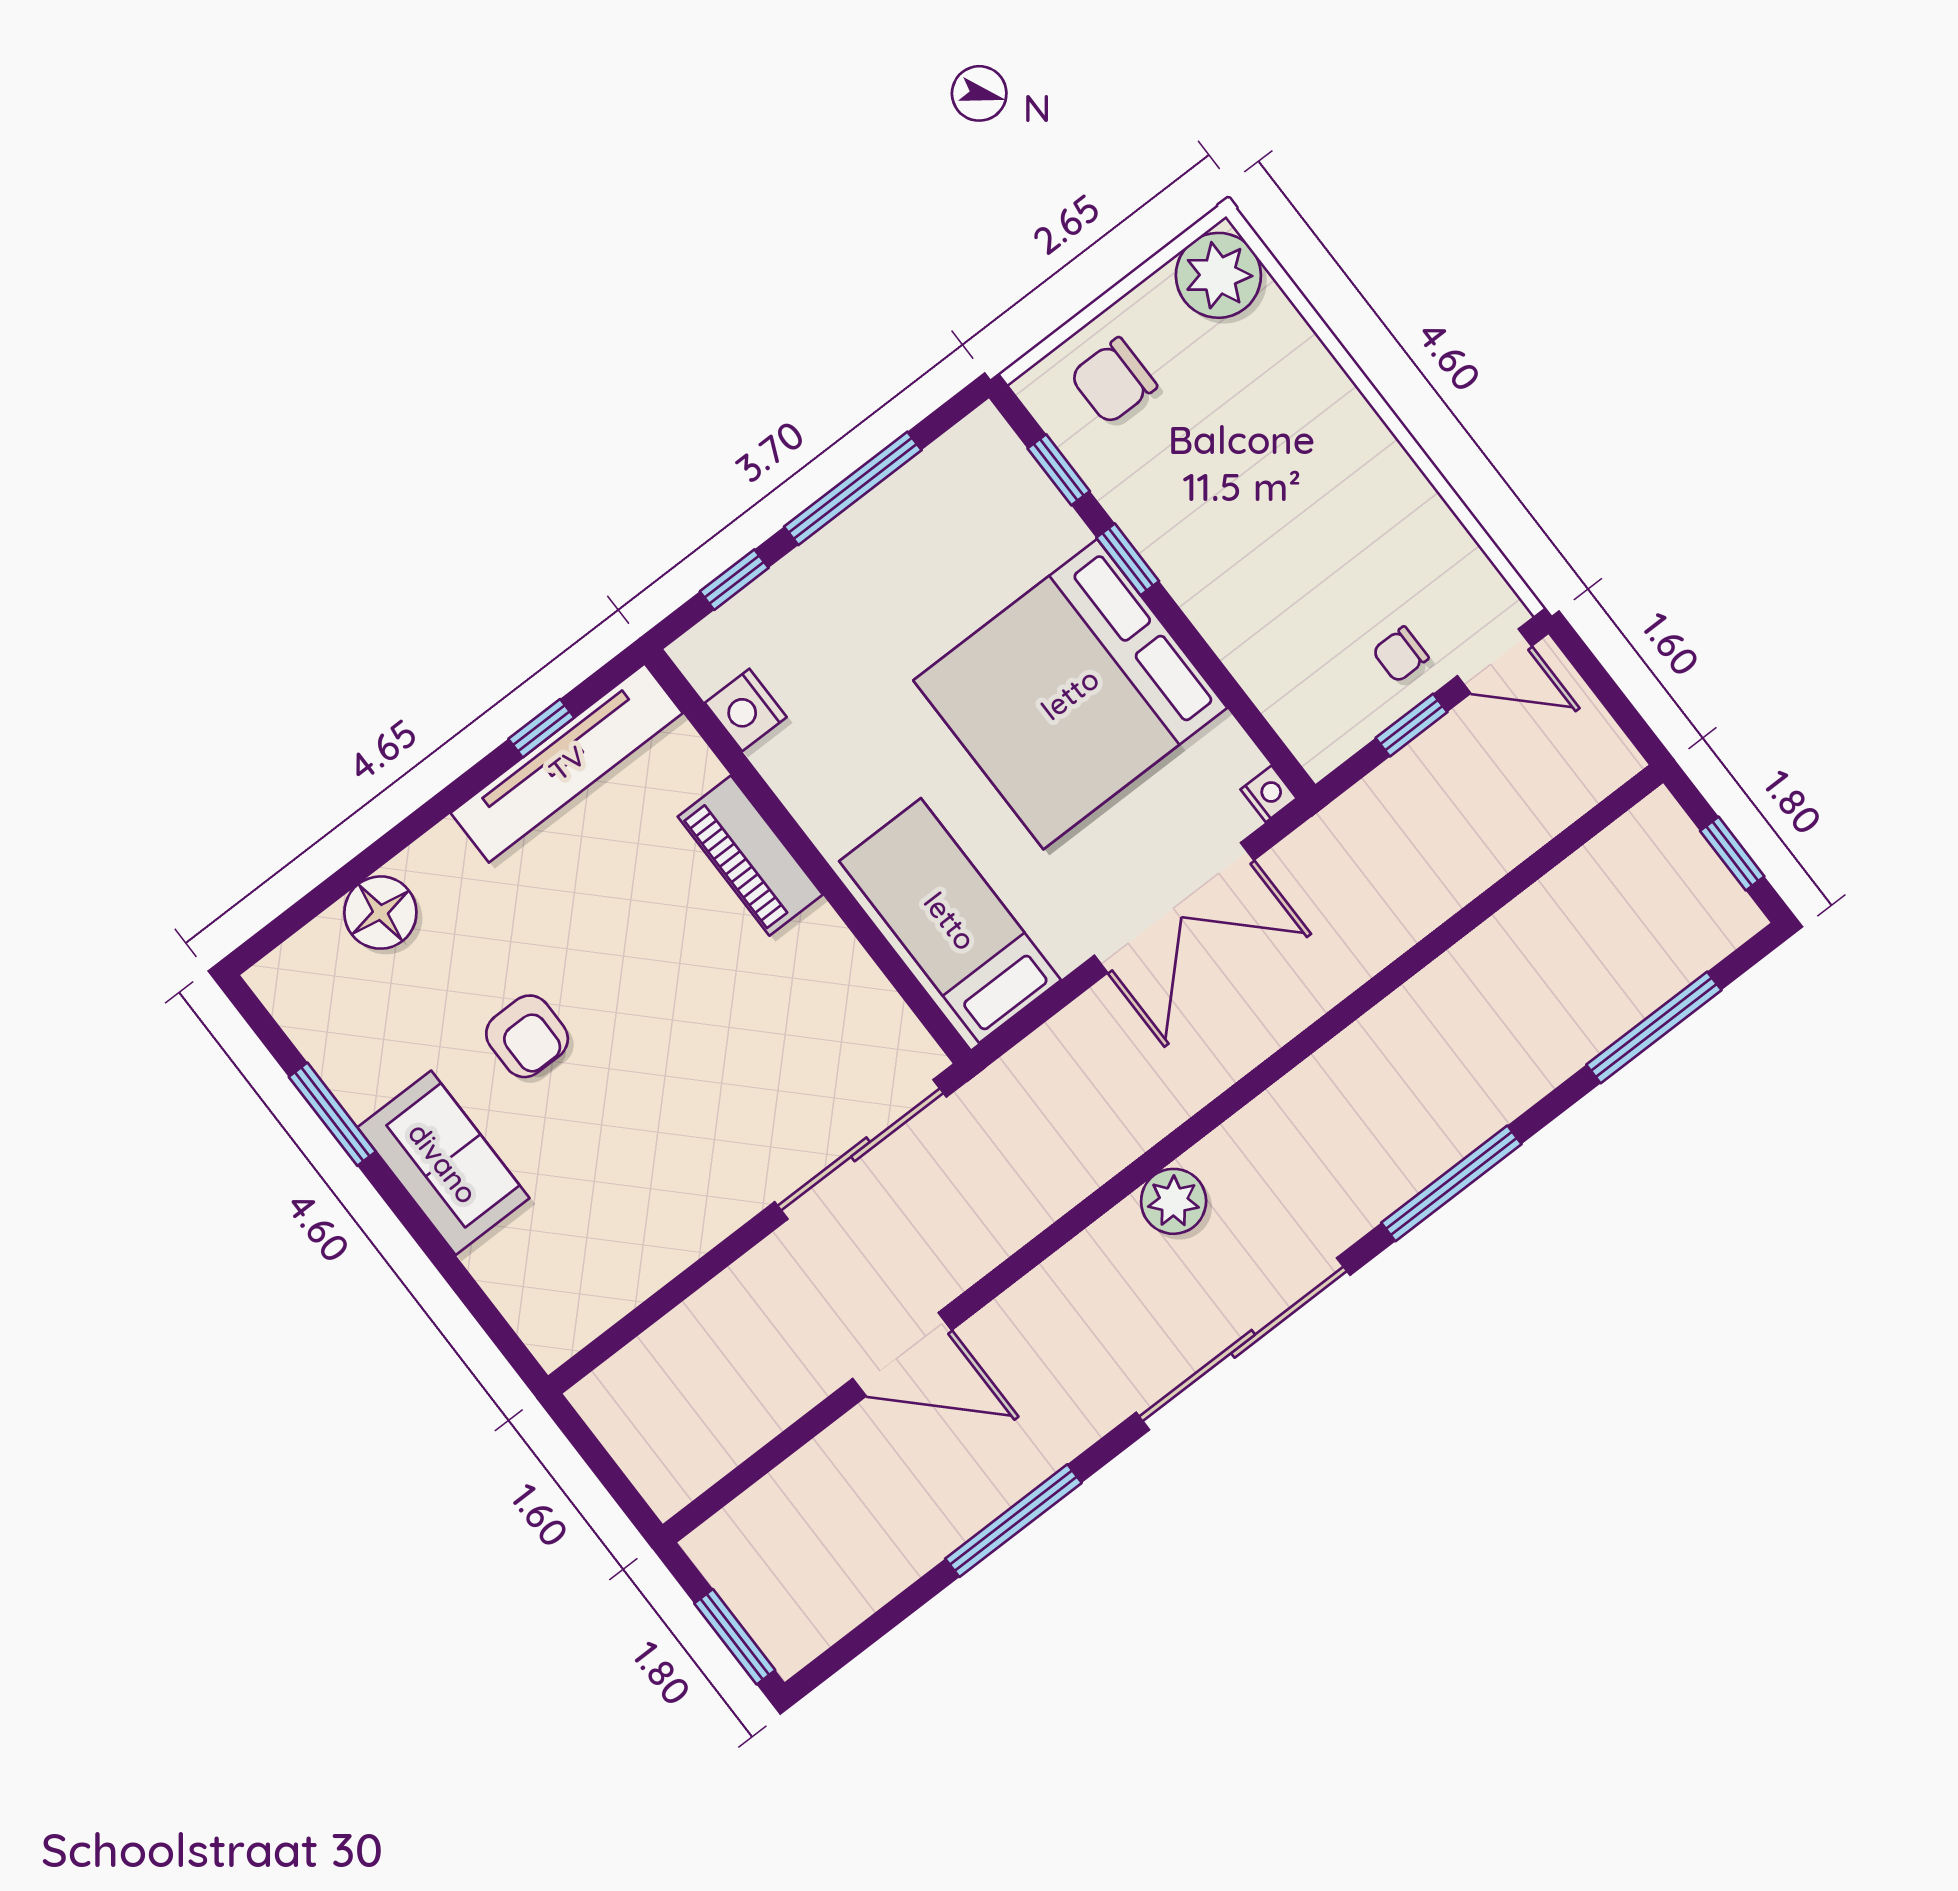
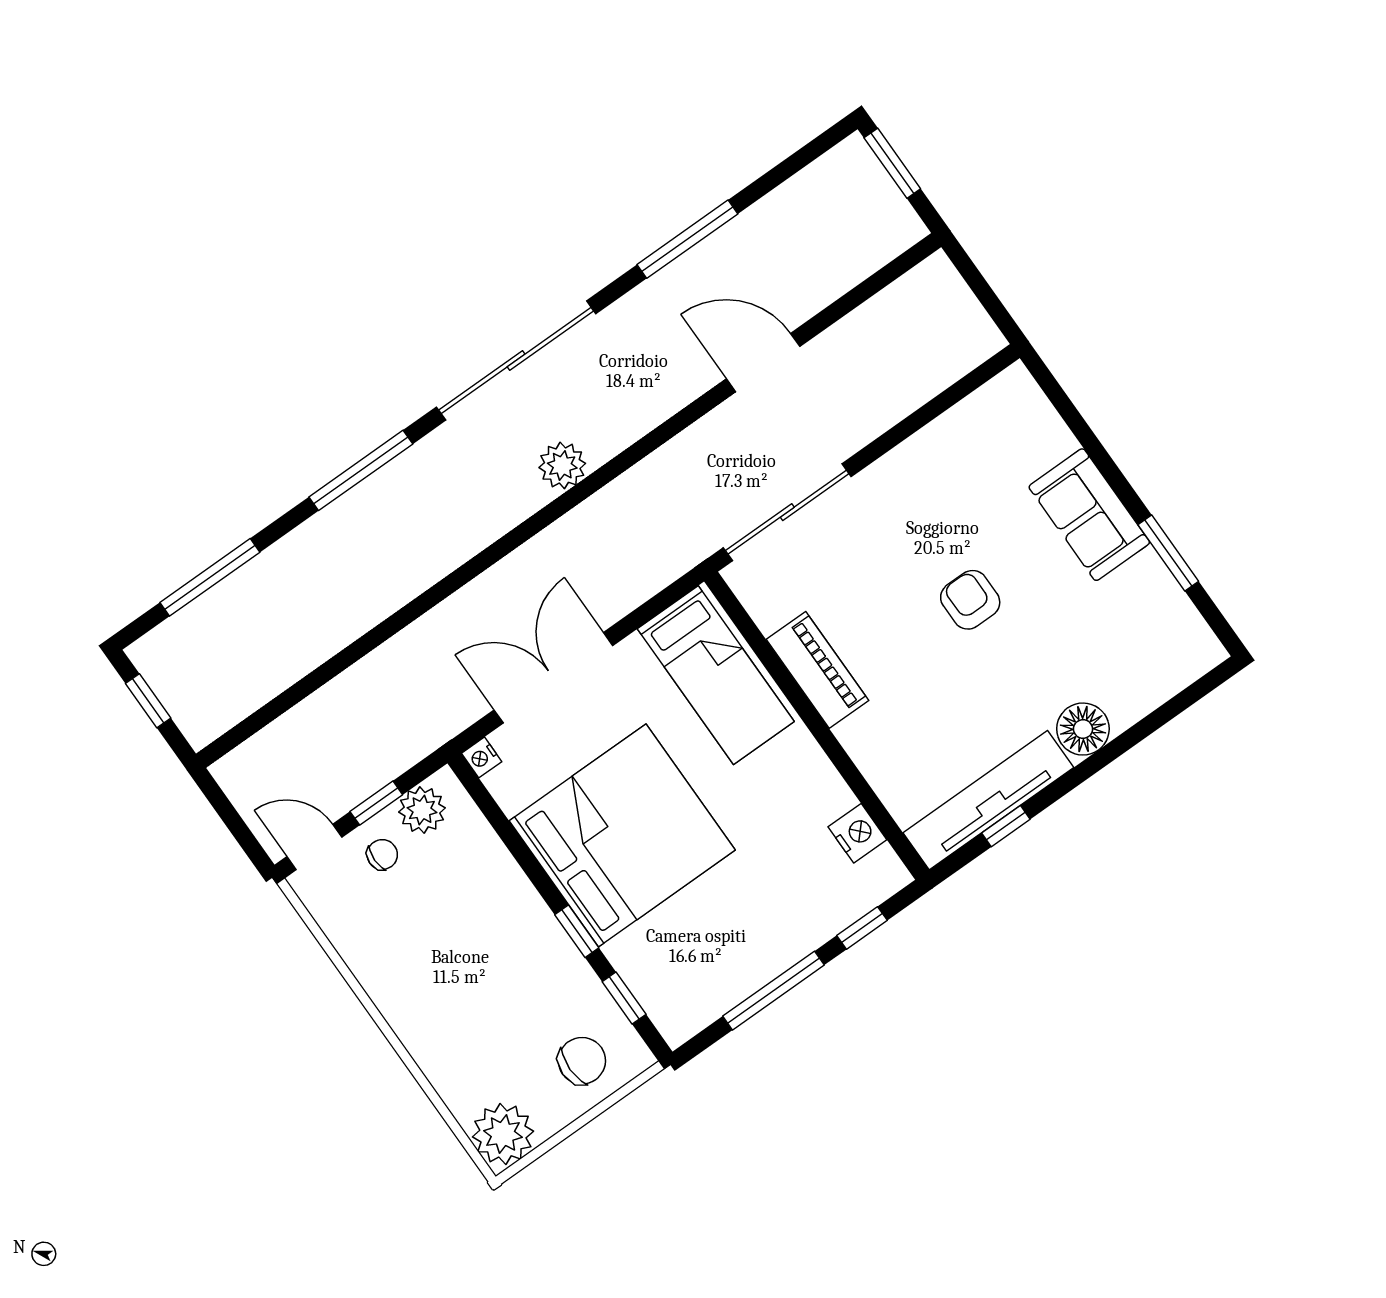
plant: (1348, 718) -> (422, 810), added
piano: (750, 856) -> (817, 670), moved
floor lamp: (380, 913) -> (1083, 729), moved
armchair: (527, 1036) -> (970, 600), moved

